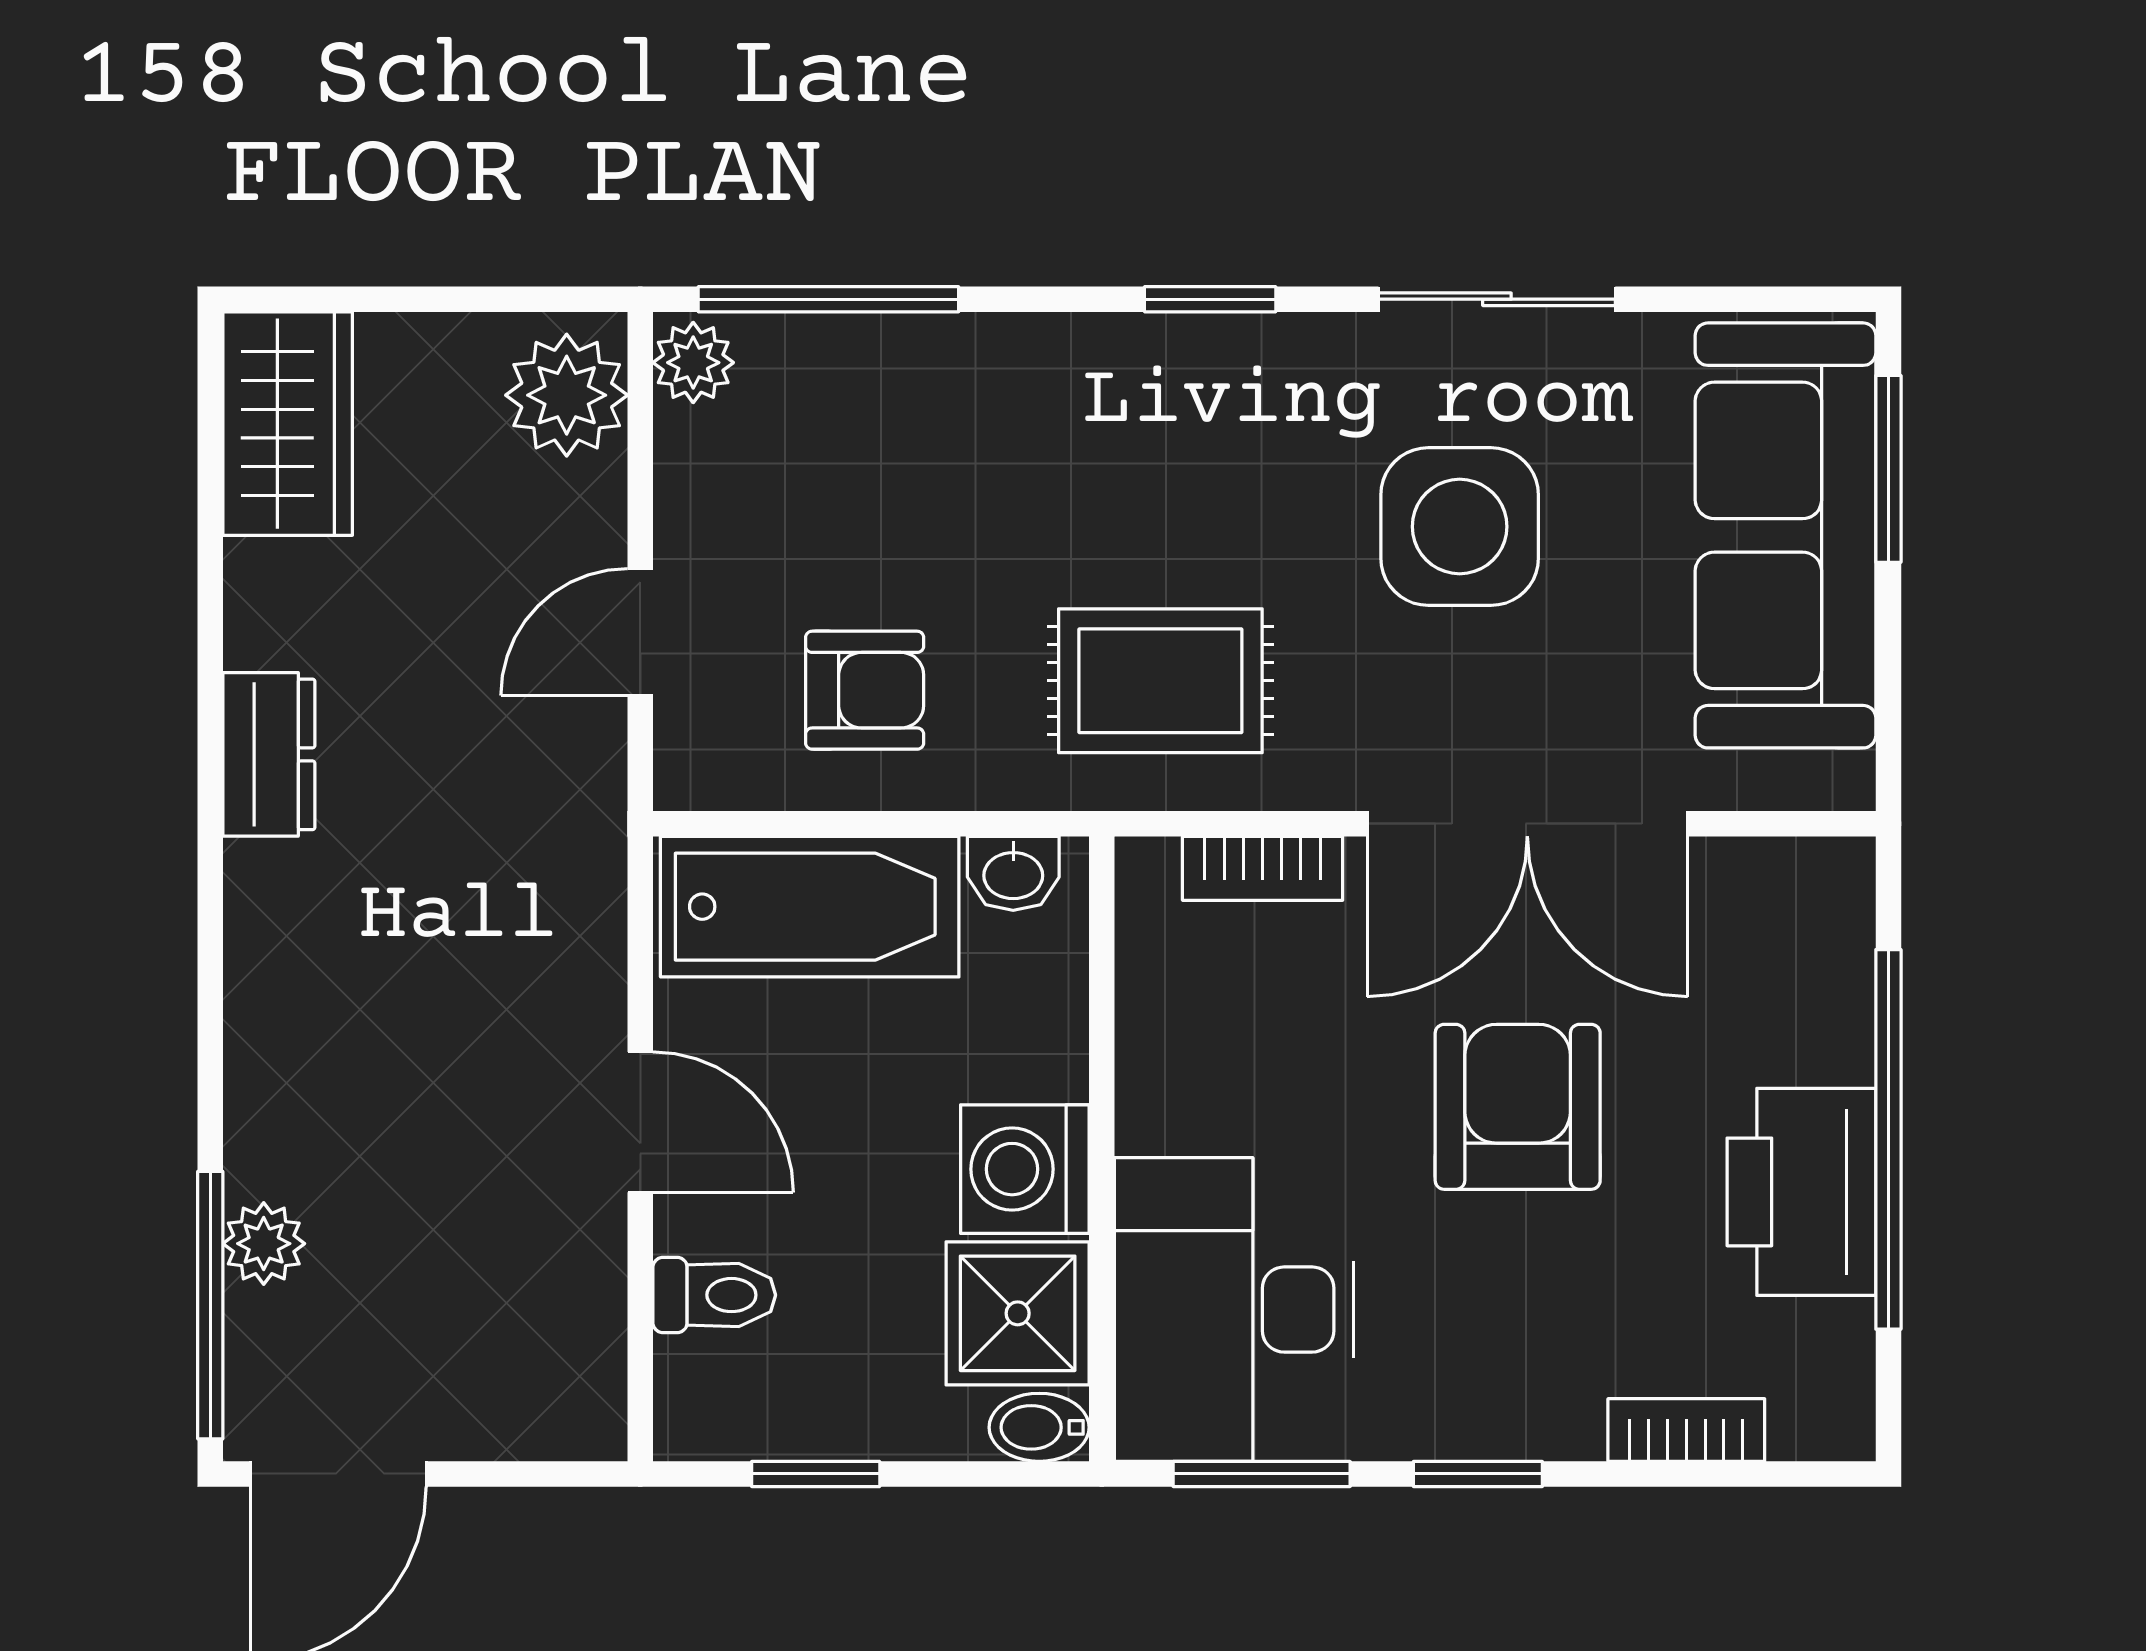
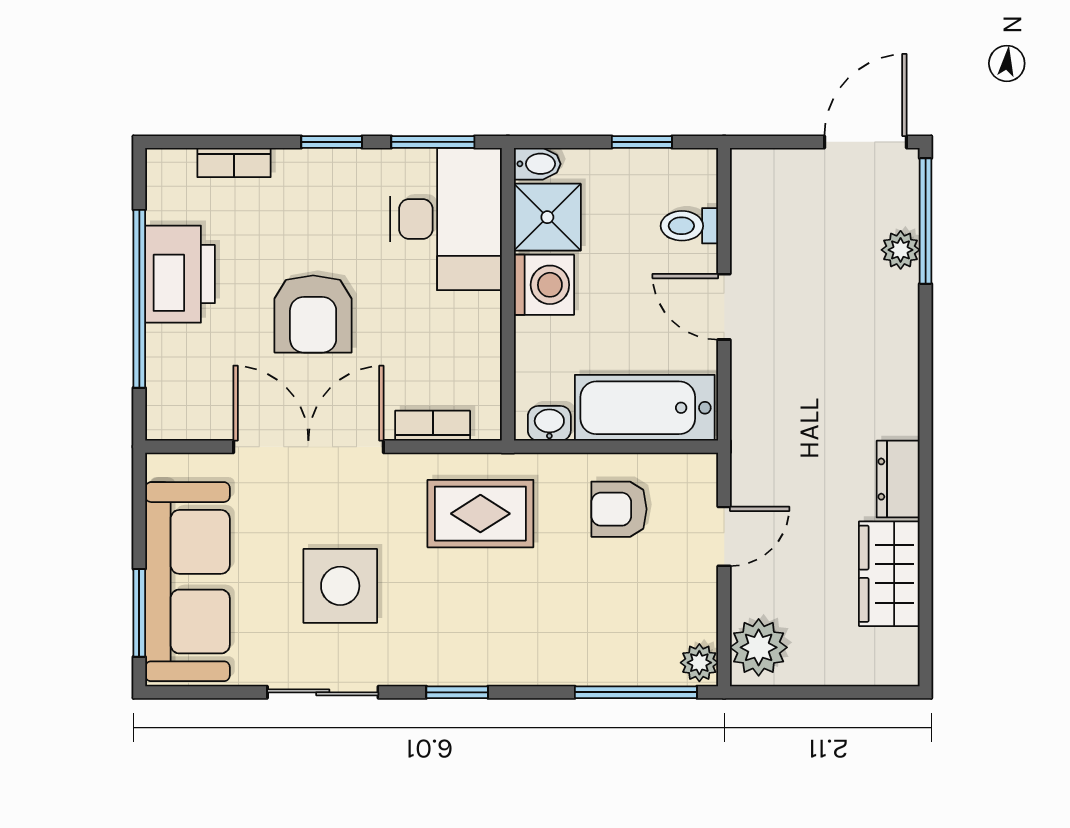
wardrobe: (288, 424) -> (889, 574), moved

